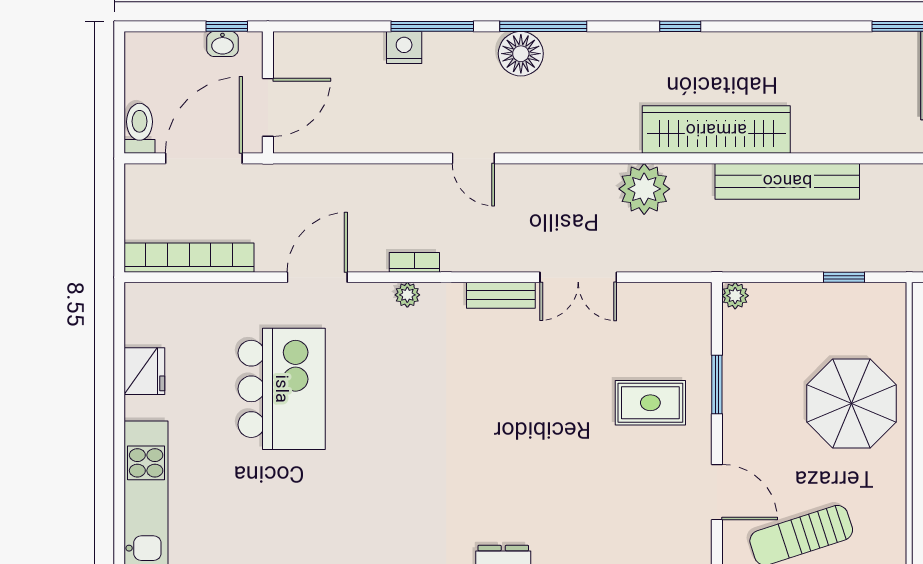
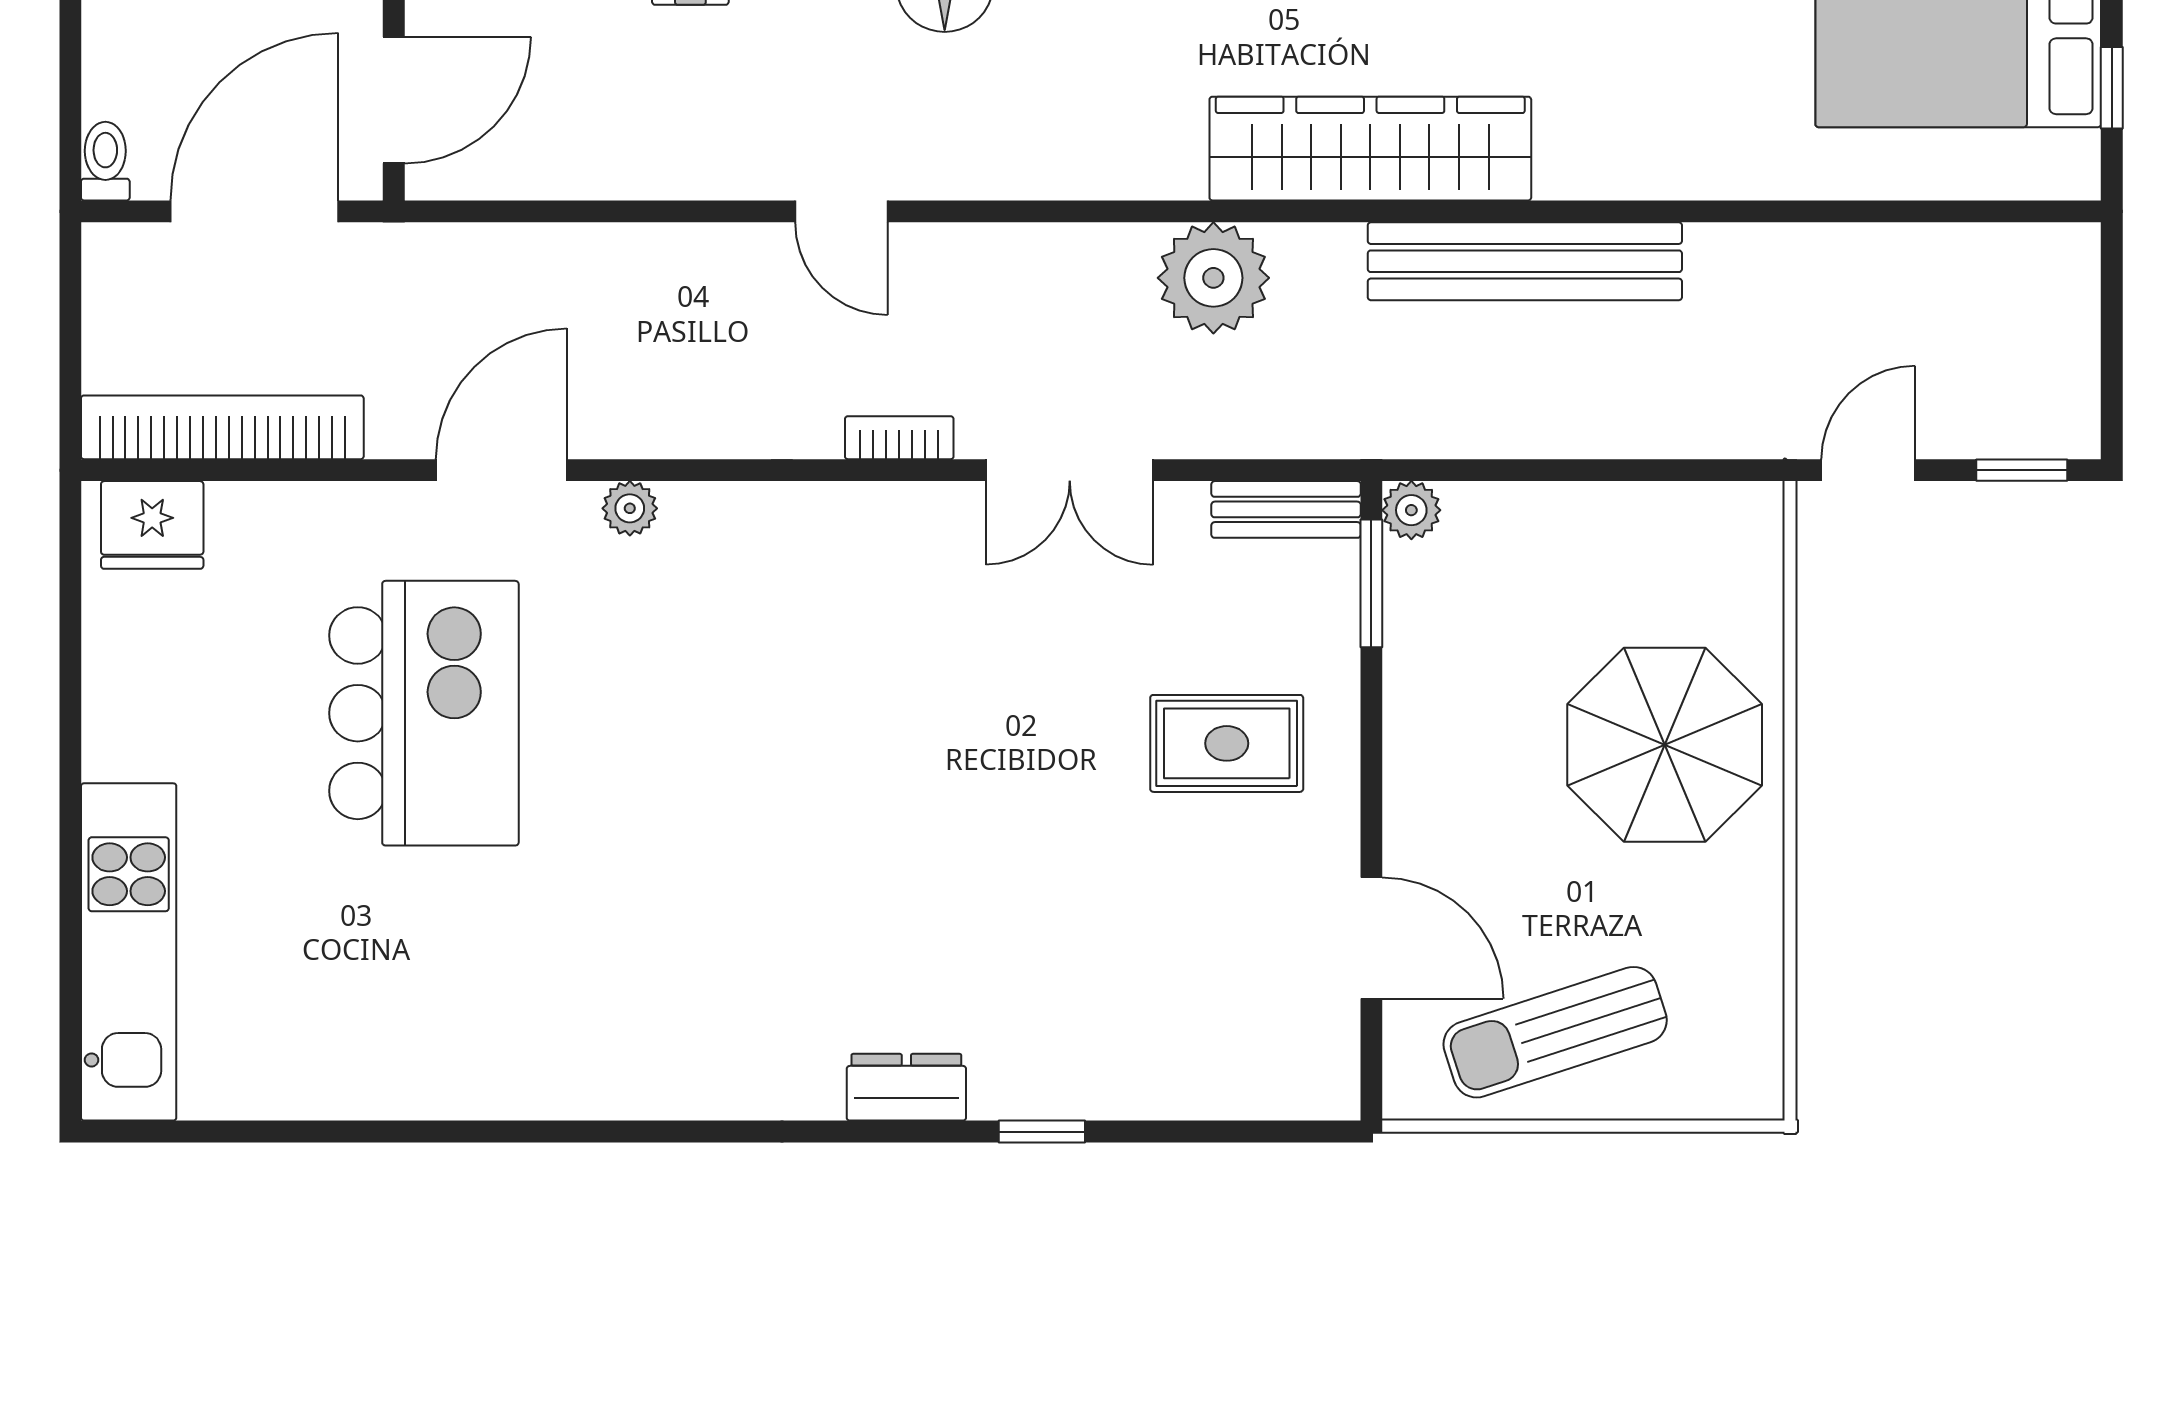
toilet: (140, 128) -> (105, 161), width x0.73, depth x0.72
bookcase: (414, 262) -> (899, 438), moved
window: (844, 277) -> (1648, 470), removed
plant: (407, 295) -> (630, 508), moved
bench: (501, 295) -> (1286, 509), moved
fridge: (144, 371) -> (152, 525), moved, turned 90
window: (717, 385) -> (1371, 583), moved

